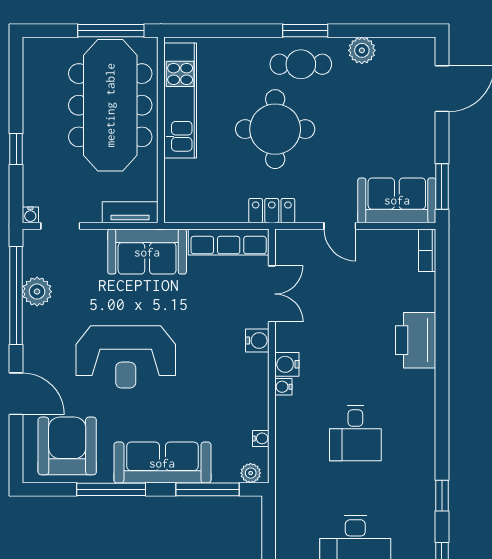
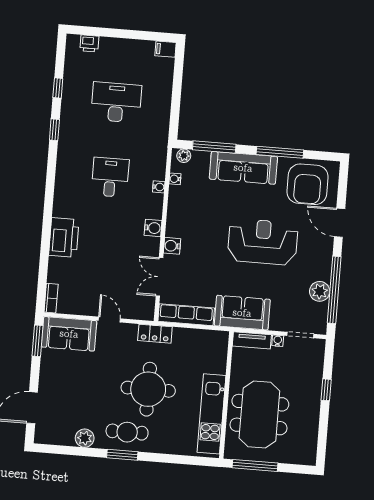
meeting table: (110, 105) -> (259, 415), width x0.73
water cooler: (30, 215) -> (278, 341), moved
water cooler: (283, 387) -> (159, 187), moved

